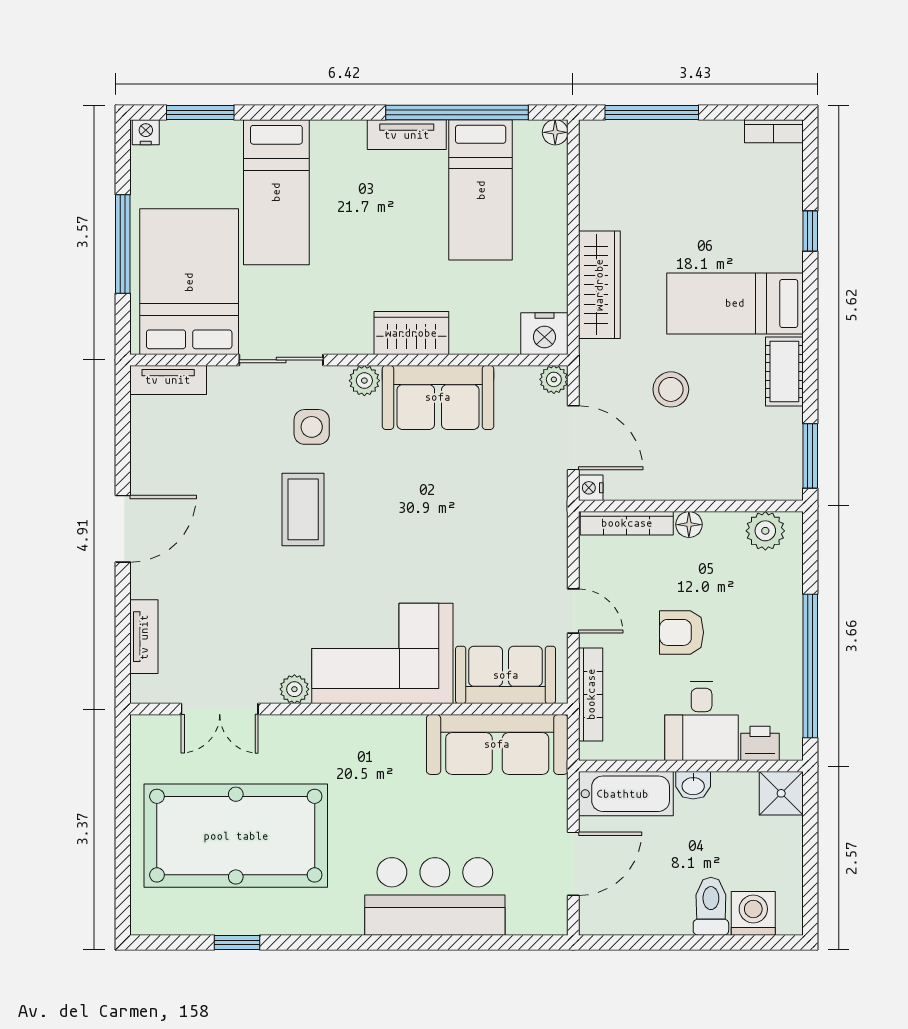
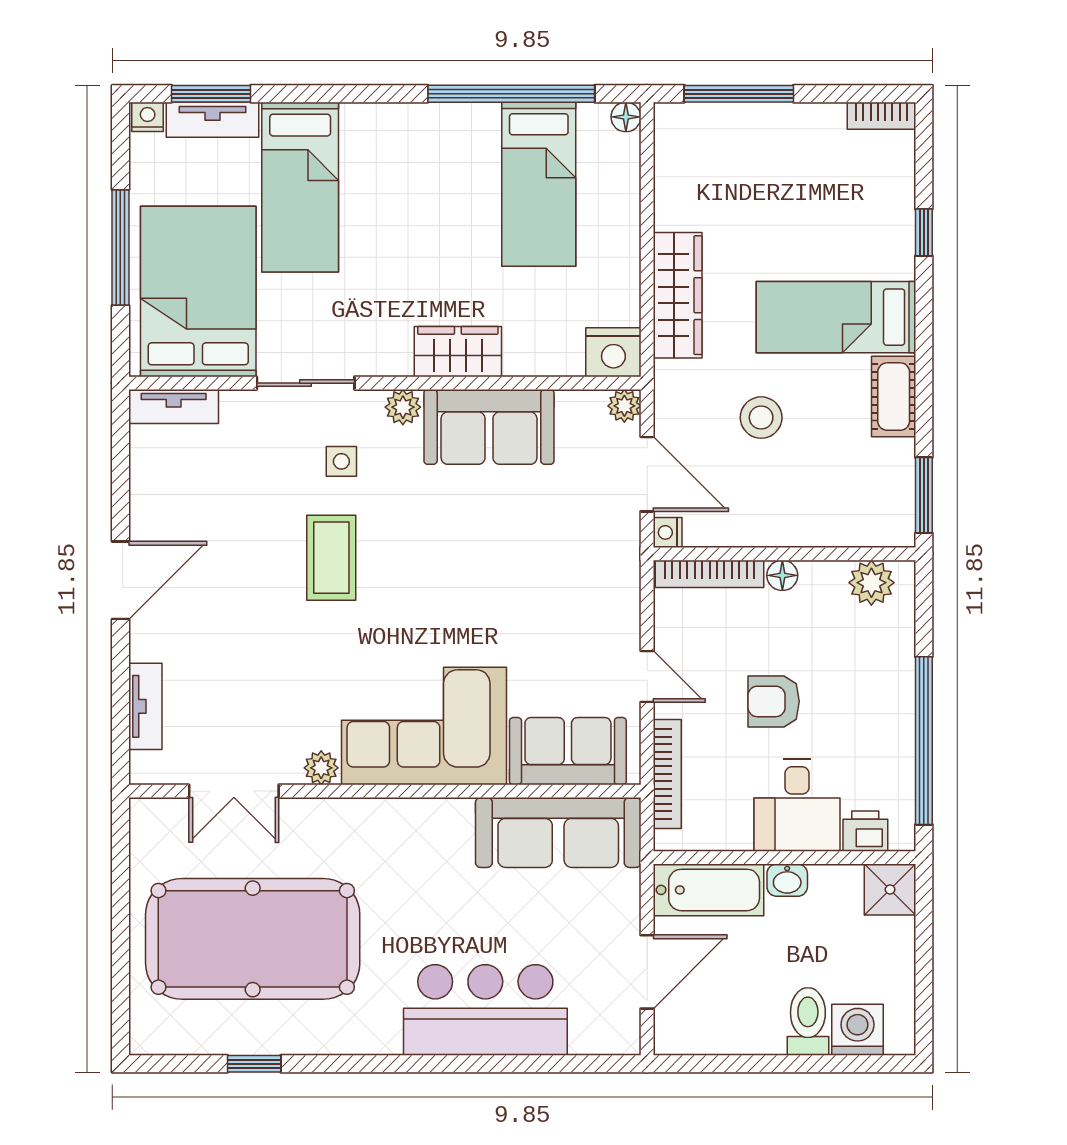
tv unit: (407, 135) -> (213, 120), moved
side table: (312, 427) -> (341, 461), width x0.73, depth x0.73

